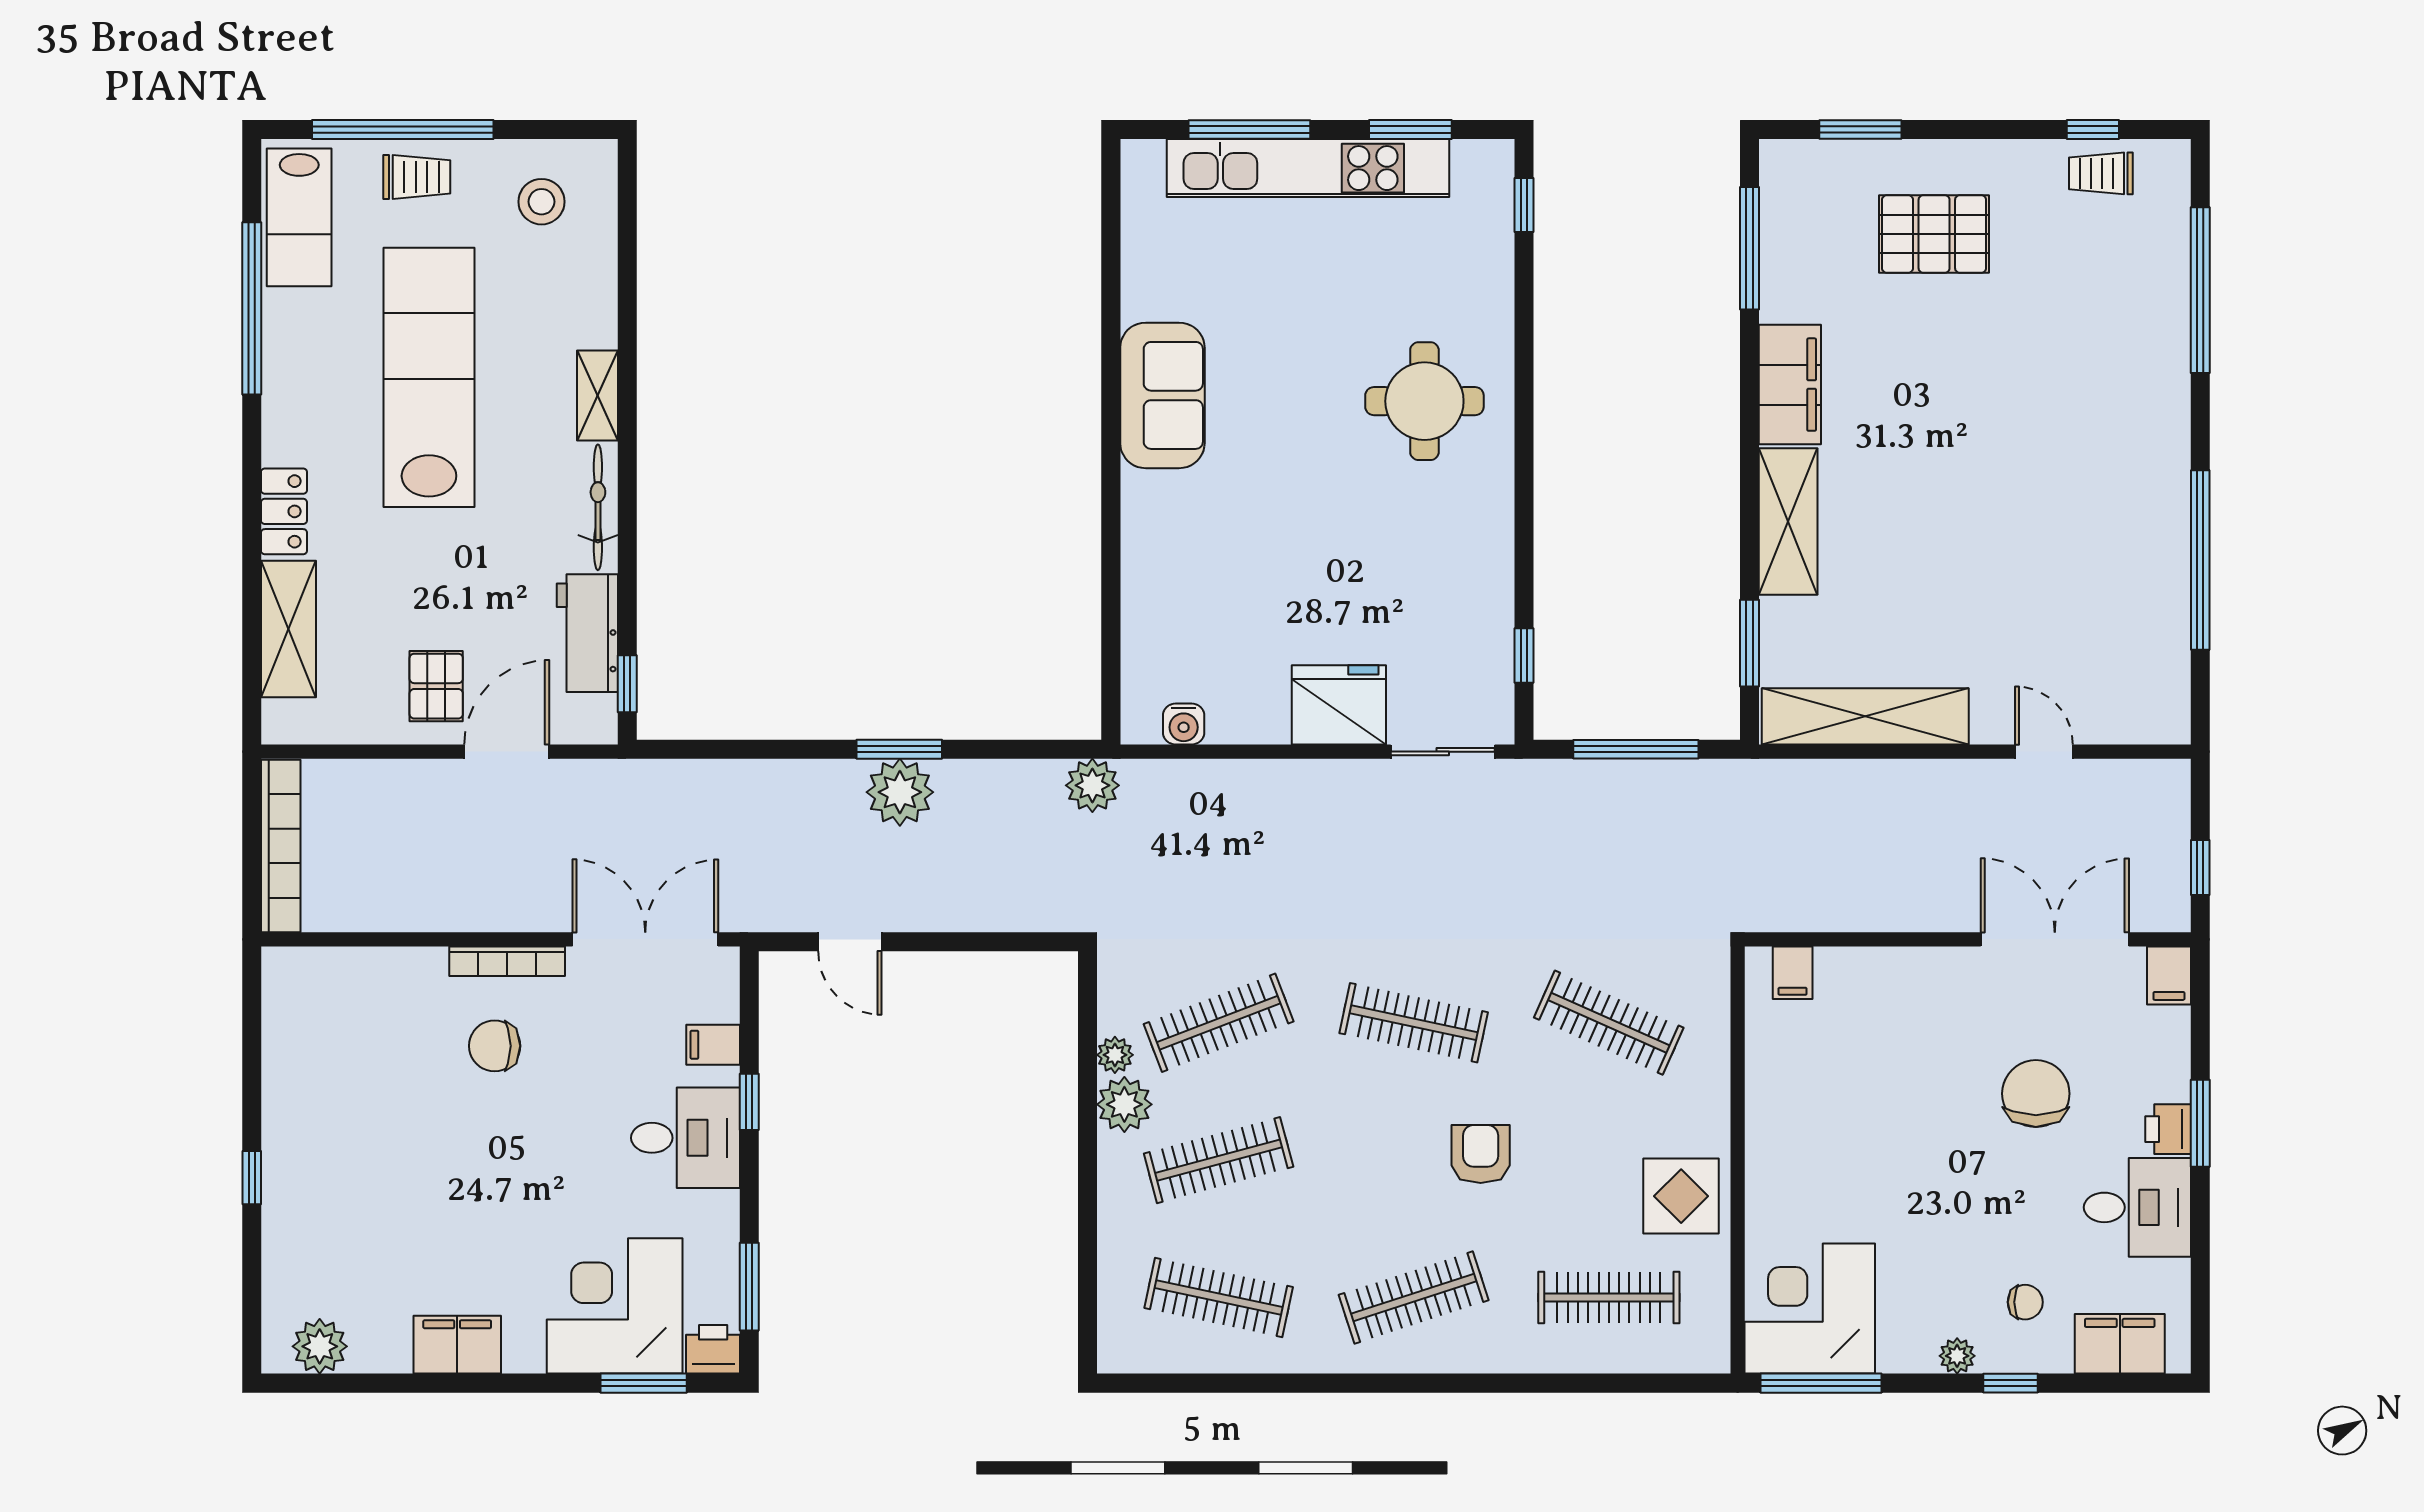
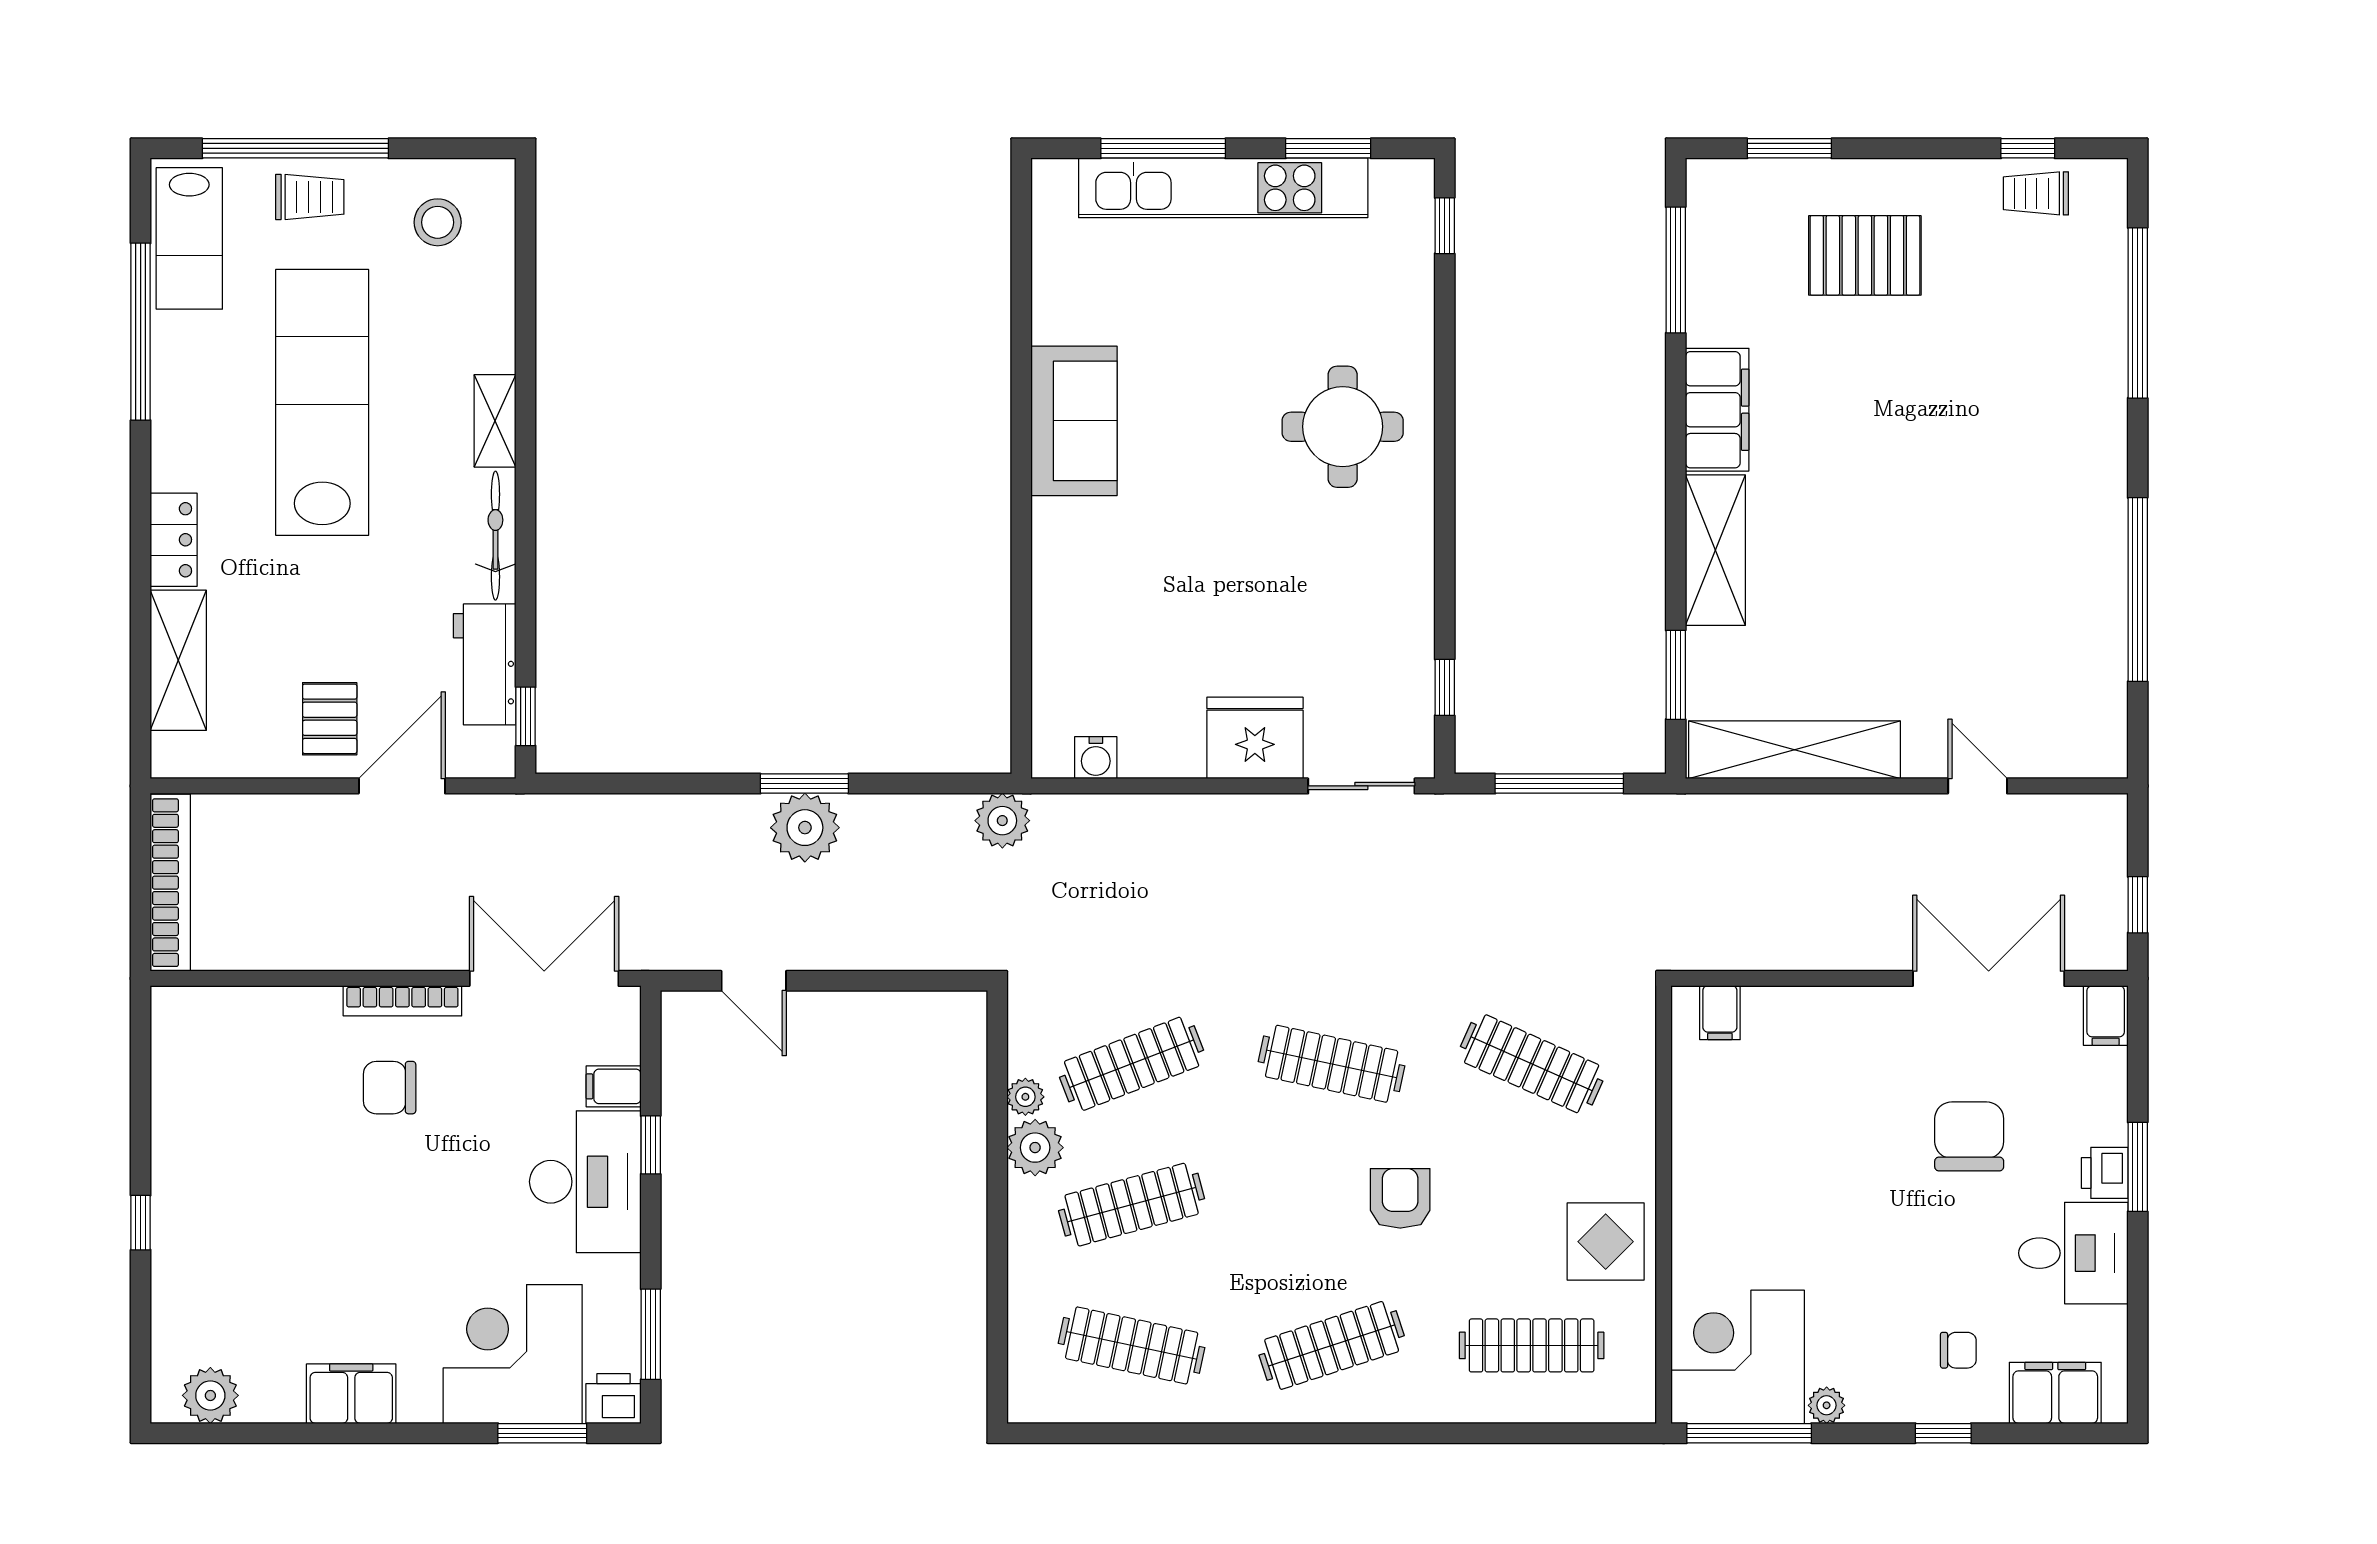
desk: (686, 1138) -> (585, 1182), width x1.37
plant: (1957, 1356) -> (1827, 1405), moved

